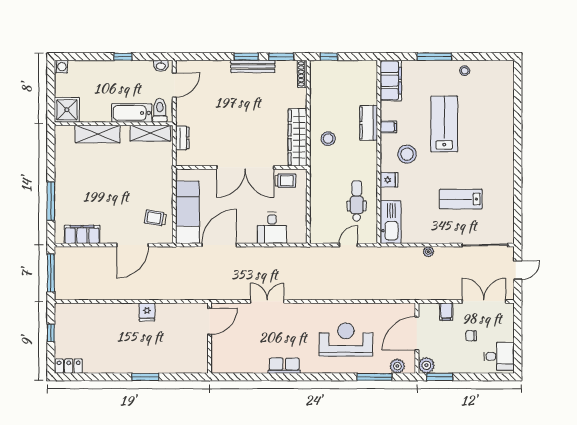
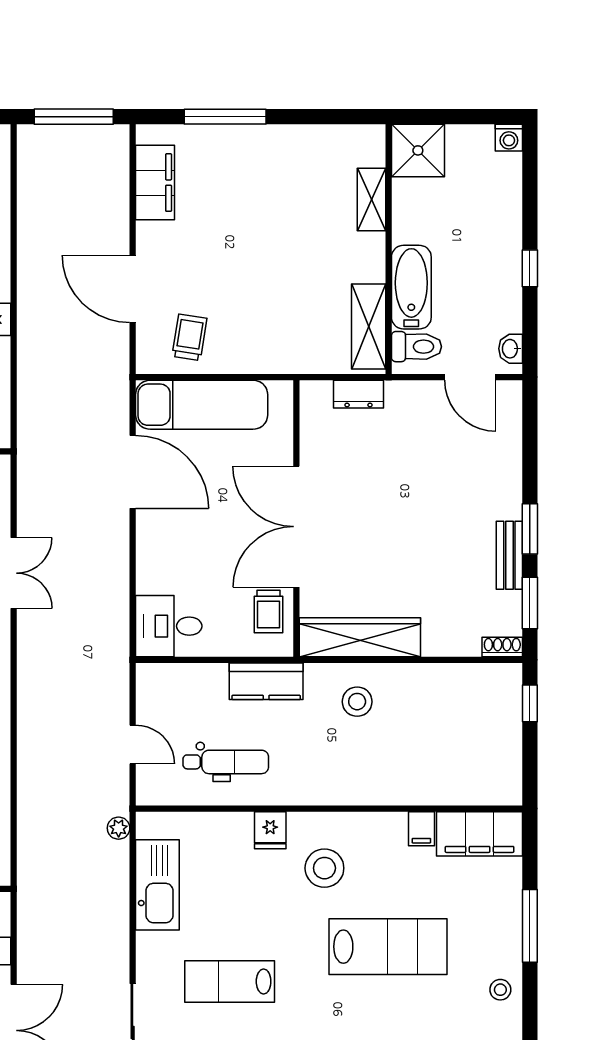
bench: (253, 66) -> (509, 555), width x0.73
shoe rack: (302, 74) -> (502, 647), width x0.70
kitchen counter: (369, 123) -> (266, 681), moved, turned 180
filing cabinet: (388, 127) -> (421, 829), moved
shelving: (98, 134) -> (371, 200), width x0.67, depth x0.75
lab bench: (461, 199) -> (230, 981), turned -90
kitchen sink: (391, 222) -> (157, 885), moved, turned -90
desk: (272, 228) -> (169, 626), moved
plant: (428, 252) -> (119, 828), moved

